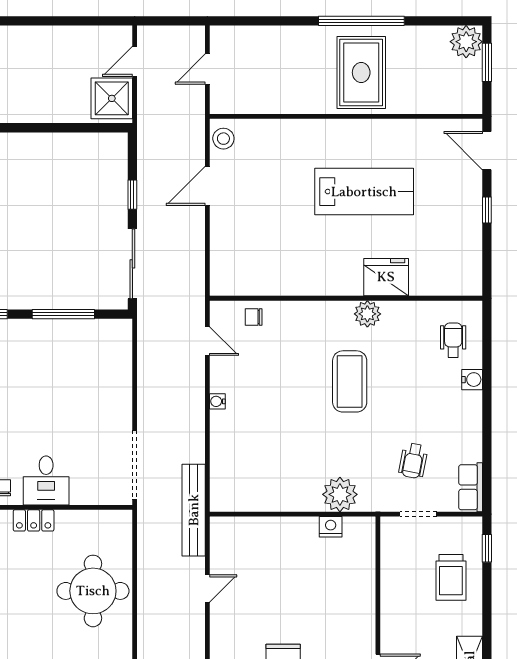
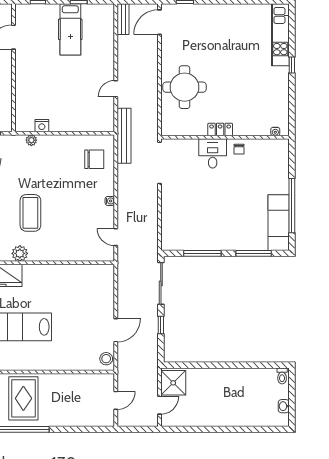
chair: (254, 317) -> (94, 159), moved, width x1.87, depth x1.87
plant: (340, 494) -> (31, 140), width x0.53, depth x0.53

